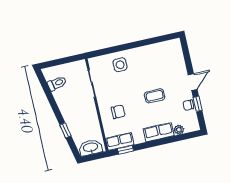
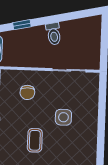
side table: (120, 65) -> (63, 117), moved
toilet: (57, 83) -> (54, 34), moved

